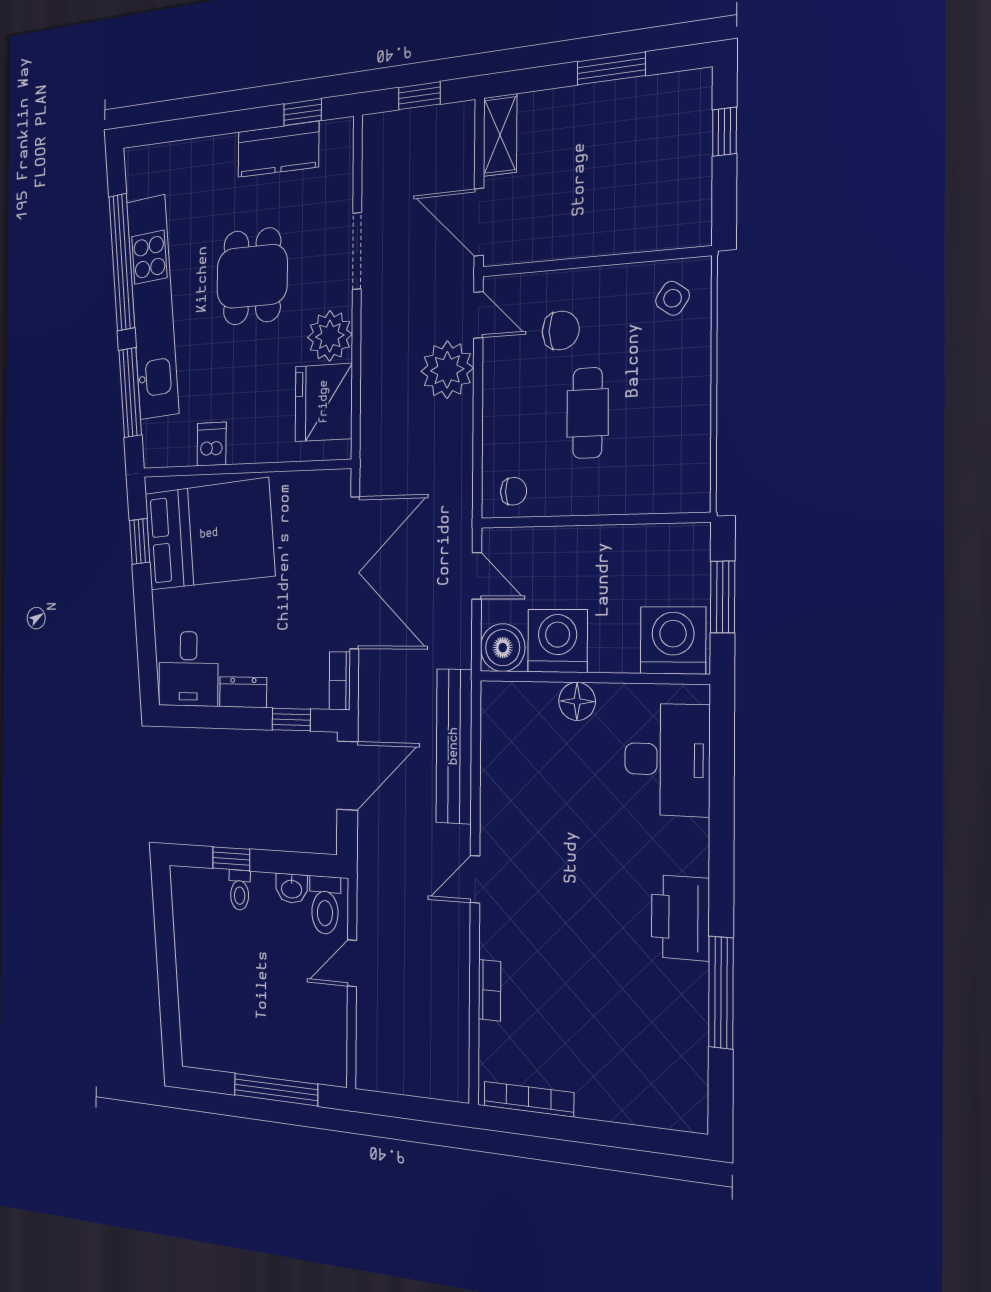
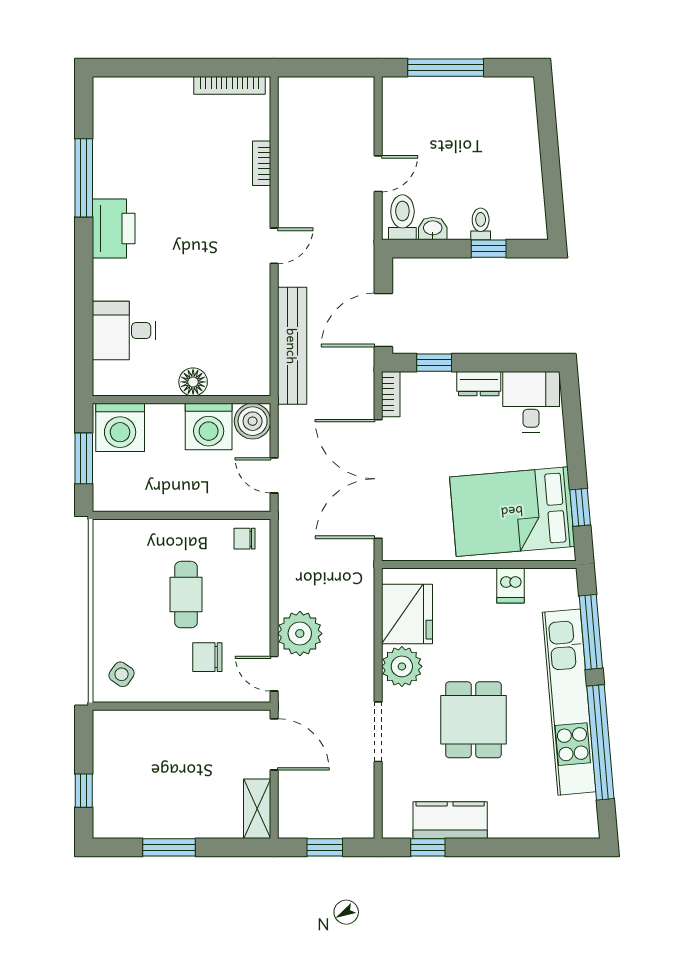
desk: (667, 760) -> (124, 330), width x0.73

